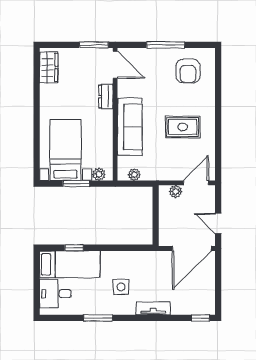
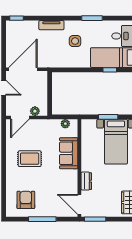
sofa: (130, 127) -> (69, 153), width x0.73
plant: (99, 174) -> (91, 124), removed

